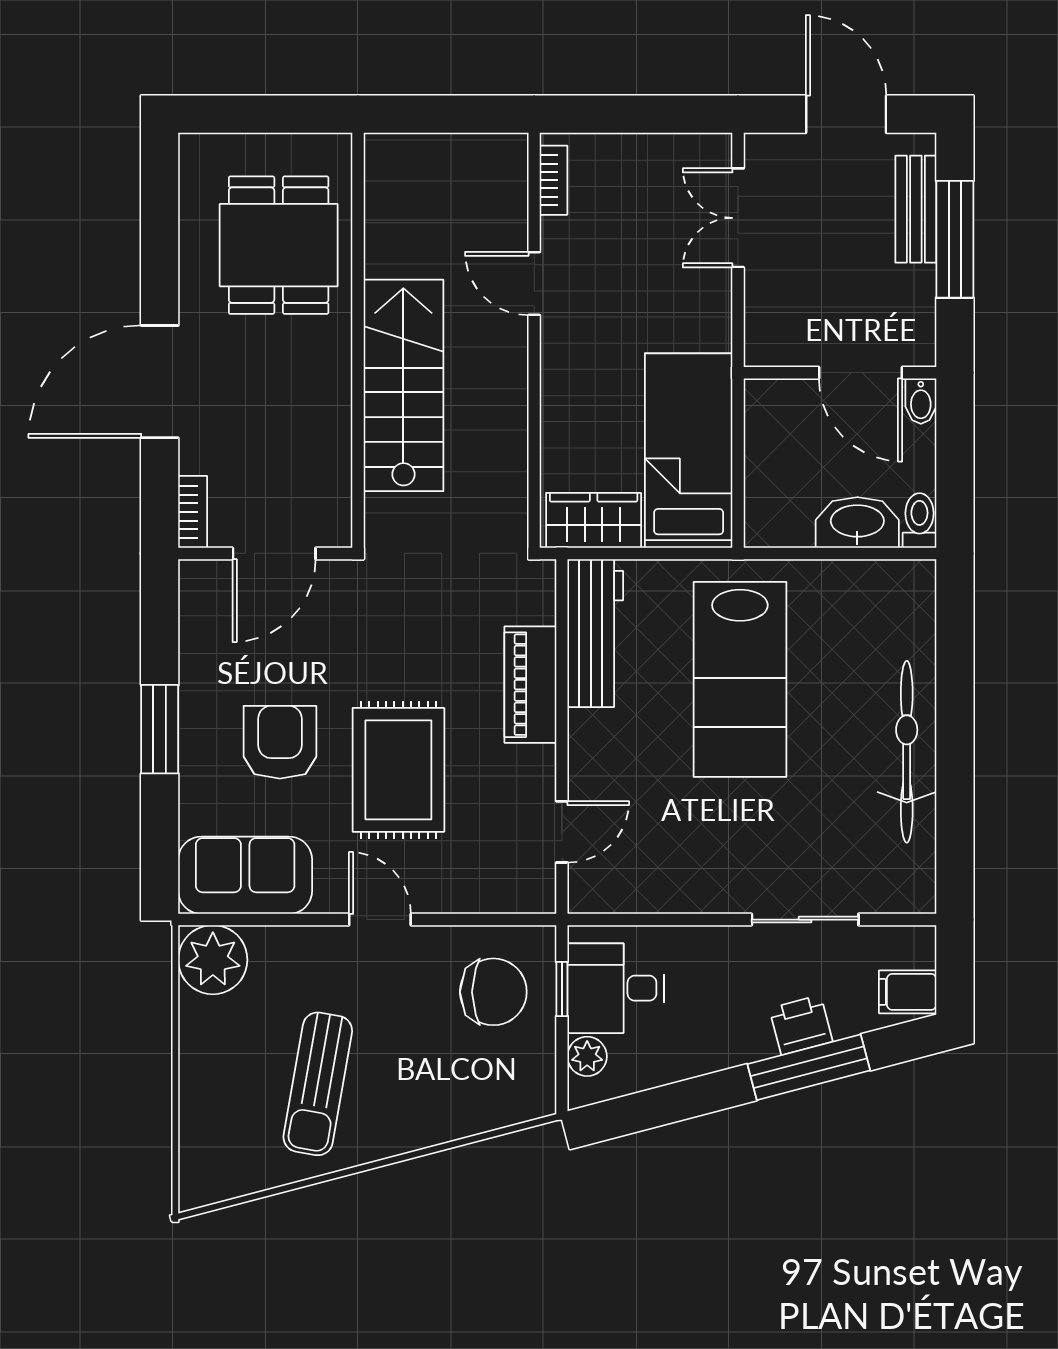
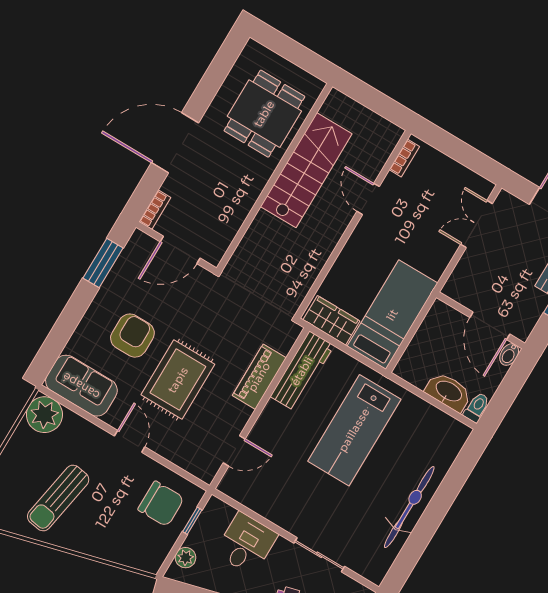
stairs: (403, 385) -> (306, 170), moved
window: (160, 729) -> (103, 263), moved
desk: (616, 988) -> (246, 544), moved, turned 90

